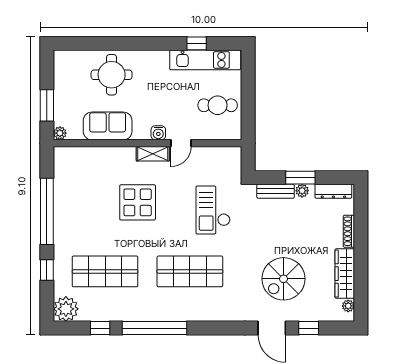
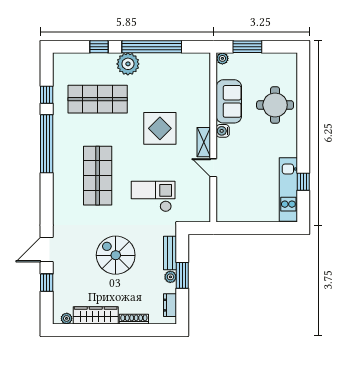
cafe table: (218, 105) -> (248, 201), removed
water cooler: (158, 133) -> (223, 131), moved
dresser: (333, 191) -> (170, 305), width x0.70
shop shelf: (105, 271) -> (98, 99), turned 90
spiral stairs: (283, 279) -> (116, 255), moved
plant: (66, 309) -> (128, 64), moved

